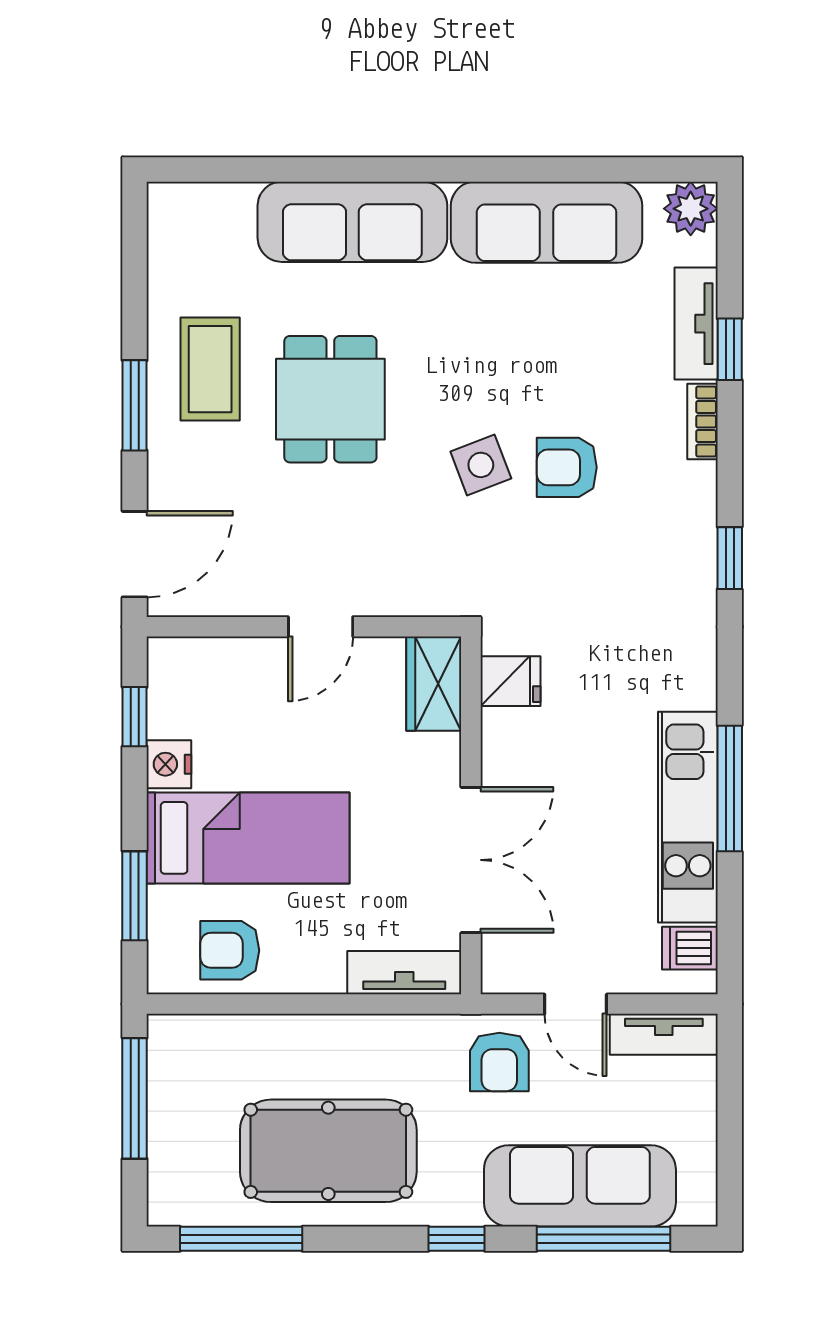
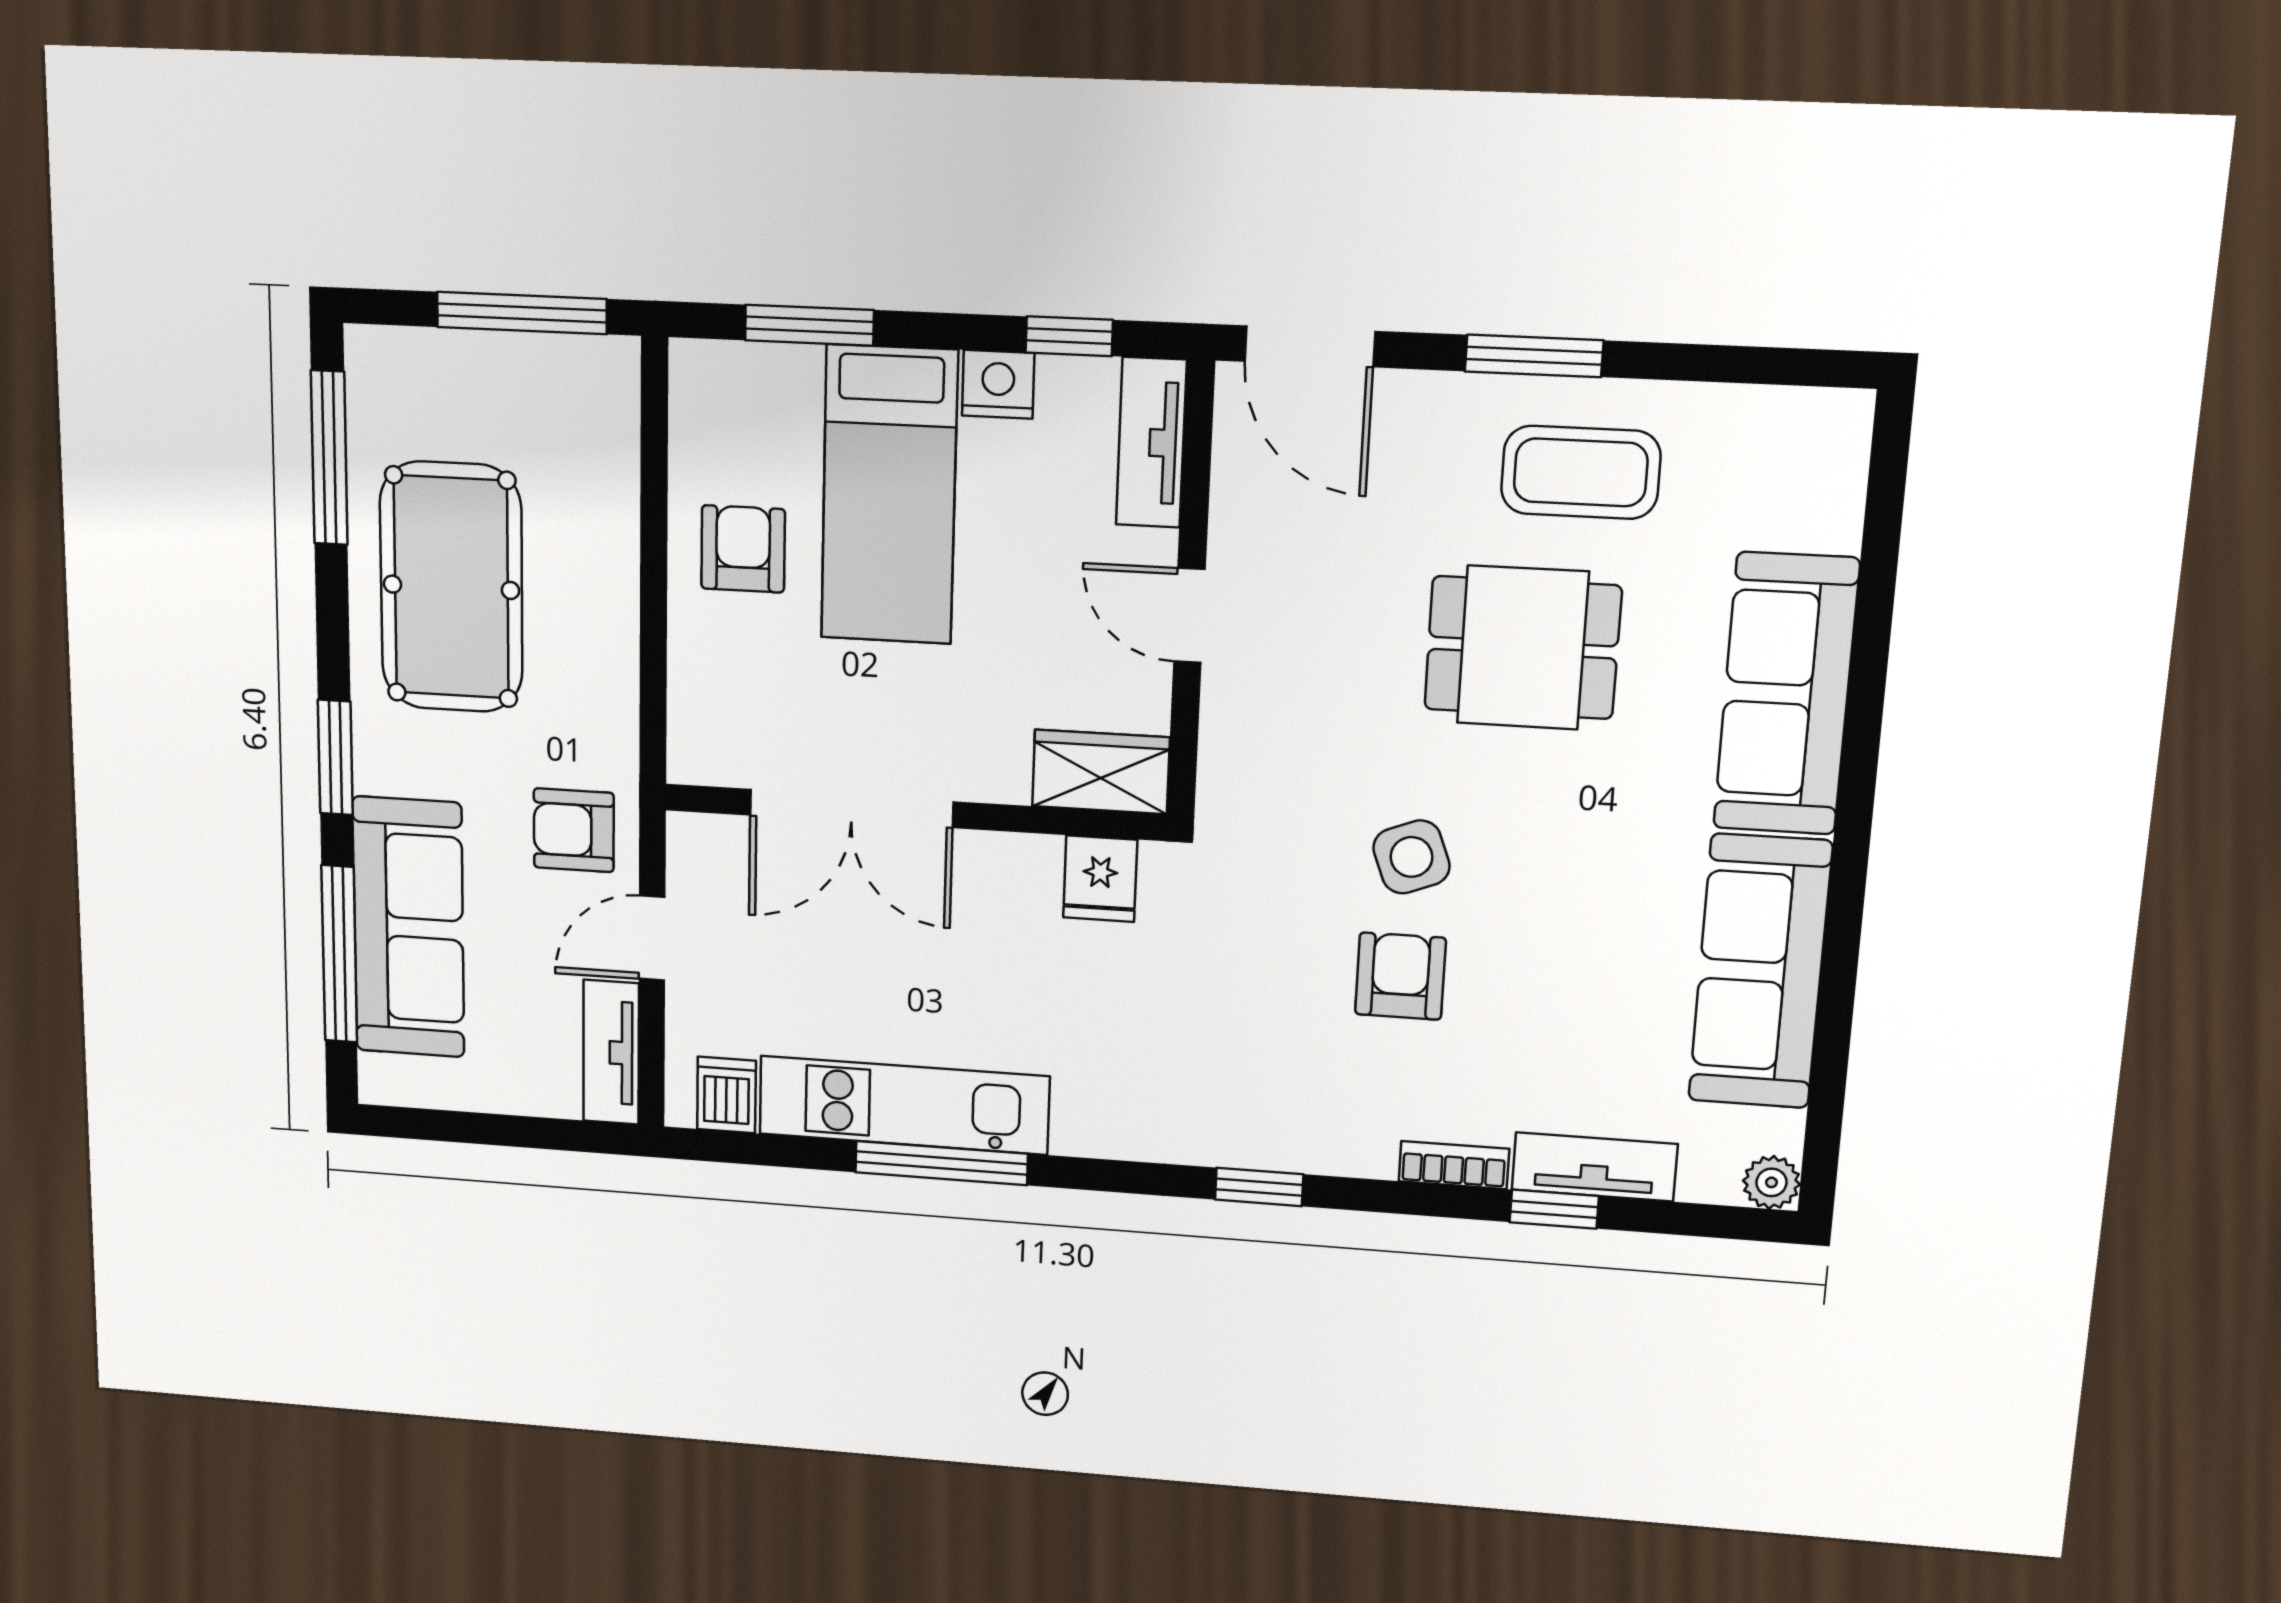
plant: (691, 209) -> (1771, 1182), width x0.73, depth x0.73
armchair: (230, 950) -> (743, 549), moved
tv unit: (404, 973) -> (1151, 443), moved, turned 180
window: (457, 1239) -> (335, 757), width x1.50

